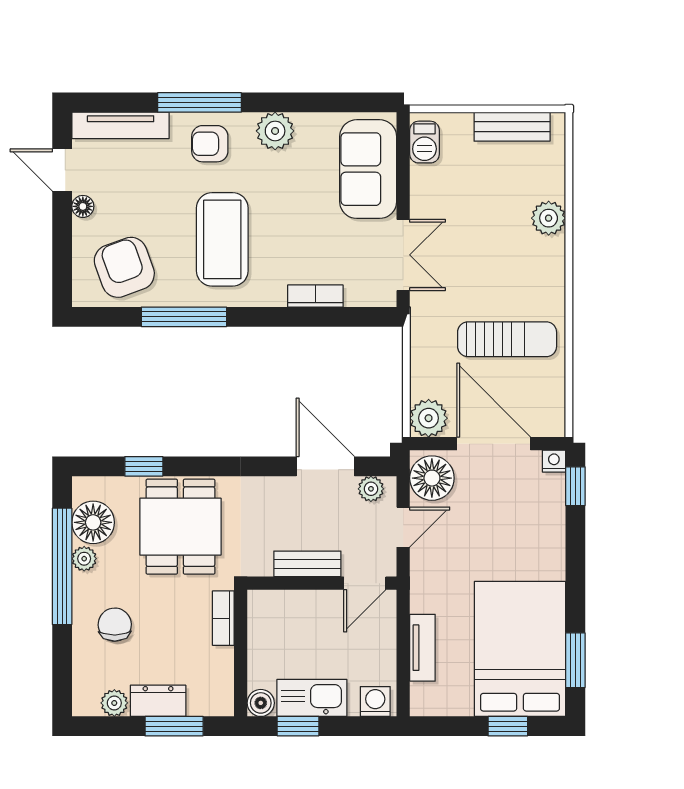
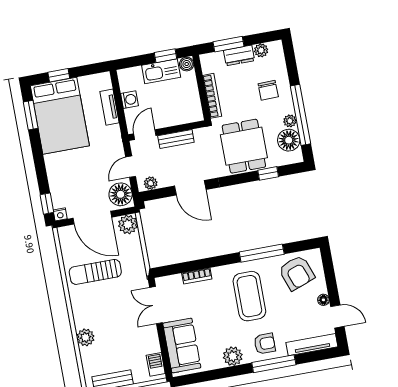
door: (325, 466) -> (190, 188), moved
bookcase: (223, 618) -> (212, 96), width x1.56
washing machine: (375, 702) -> (130, 100), moved, turned -90

